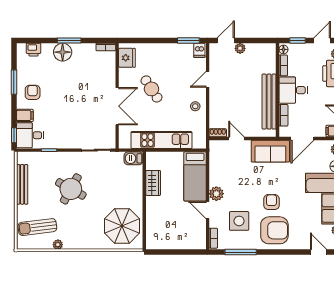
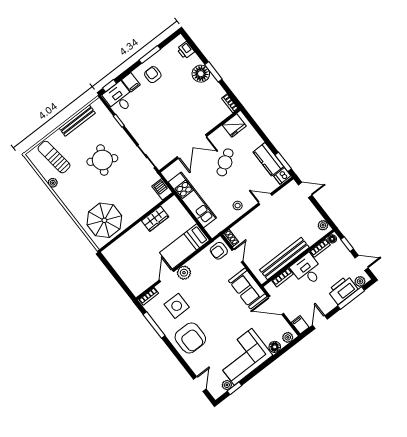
plant: (240, 48) -> (323, 225), moved
kitchen counter: (177, 51) -> (268, 159), added
armchair: (33, 92) -> (153, 75), turned -90
armchair: (271, 202) -> (219, 251), moved, turned 180

